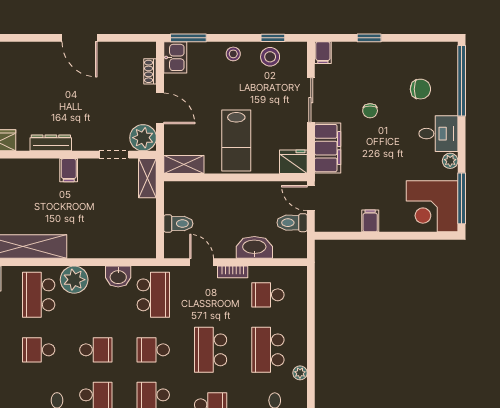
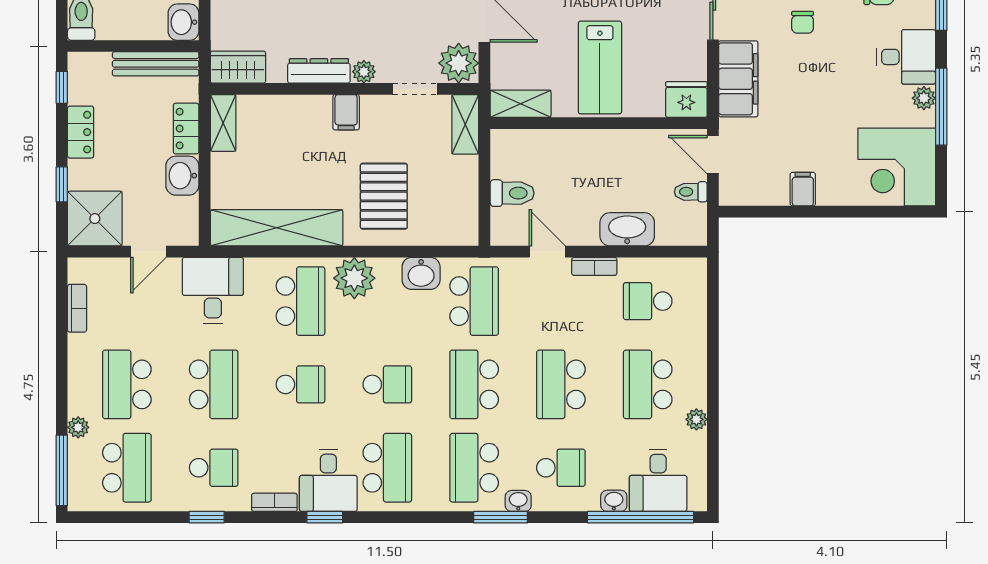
plant: (80, 143) -> (364, 72), added
window: (462, 198) -> (941, 107), moved
toilet: (292, 223) -> (691, 192), width x0.73, depth x0.72
pallet: (94, 226) -> (384, 196), added
school desk: (39, 295) -> (301, 301), turned 180
school desk: (39, 350) -> (301, 384), turned 180
school desk: (153, 350) -> (474, 384), width x1.85

